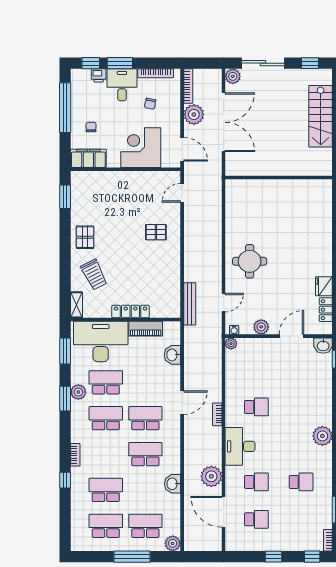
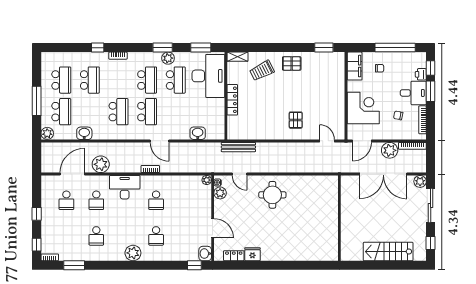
plant: (261, 327) -> (220, 193), moved
piano: (146, 329) -> (219, 112), removed
school desk: (301, 407) -> (156, 236), added
washbasin: (173, 484) -> (84, 133), moved

